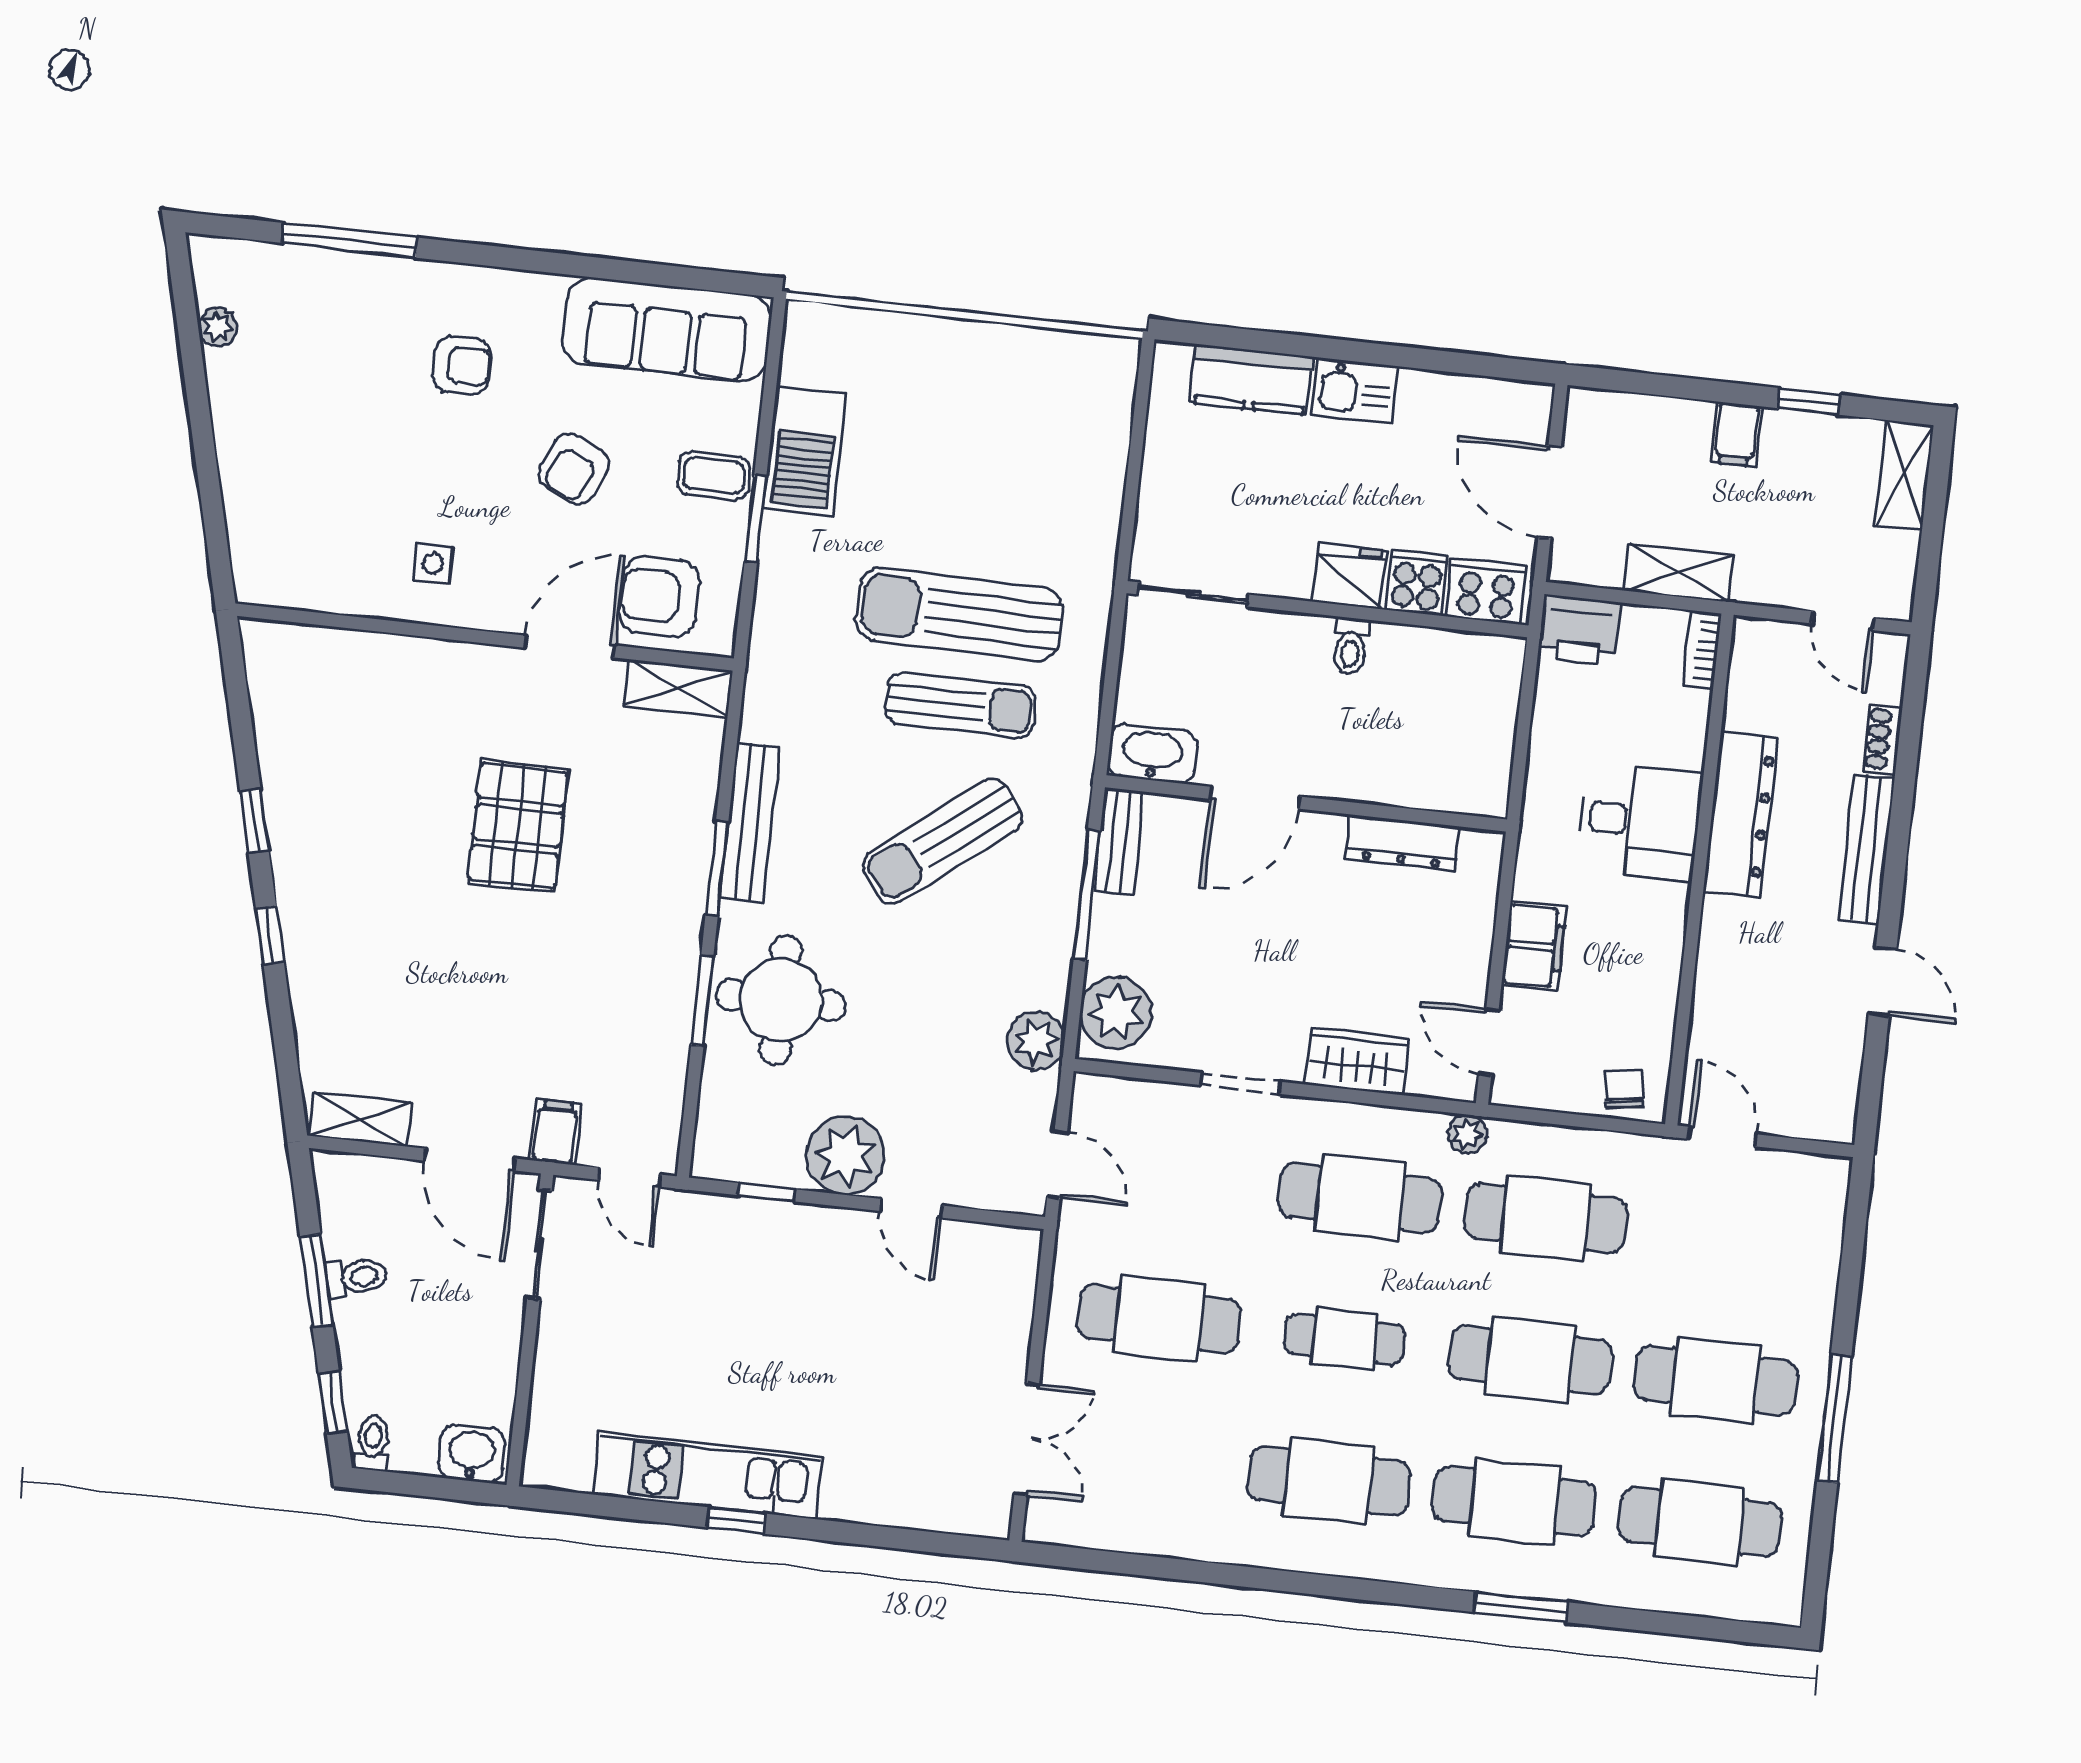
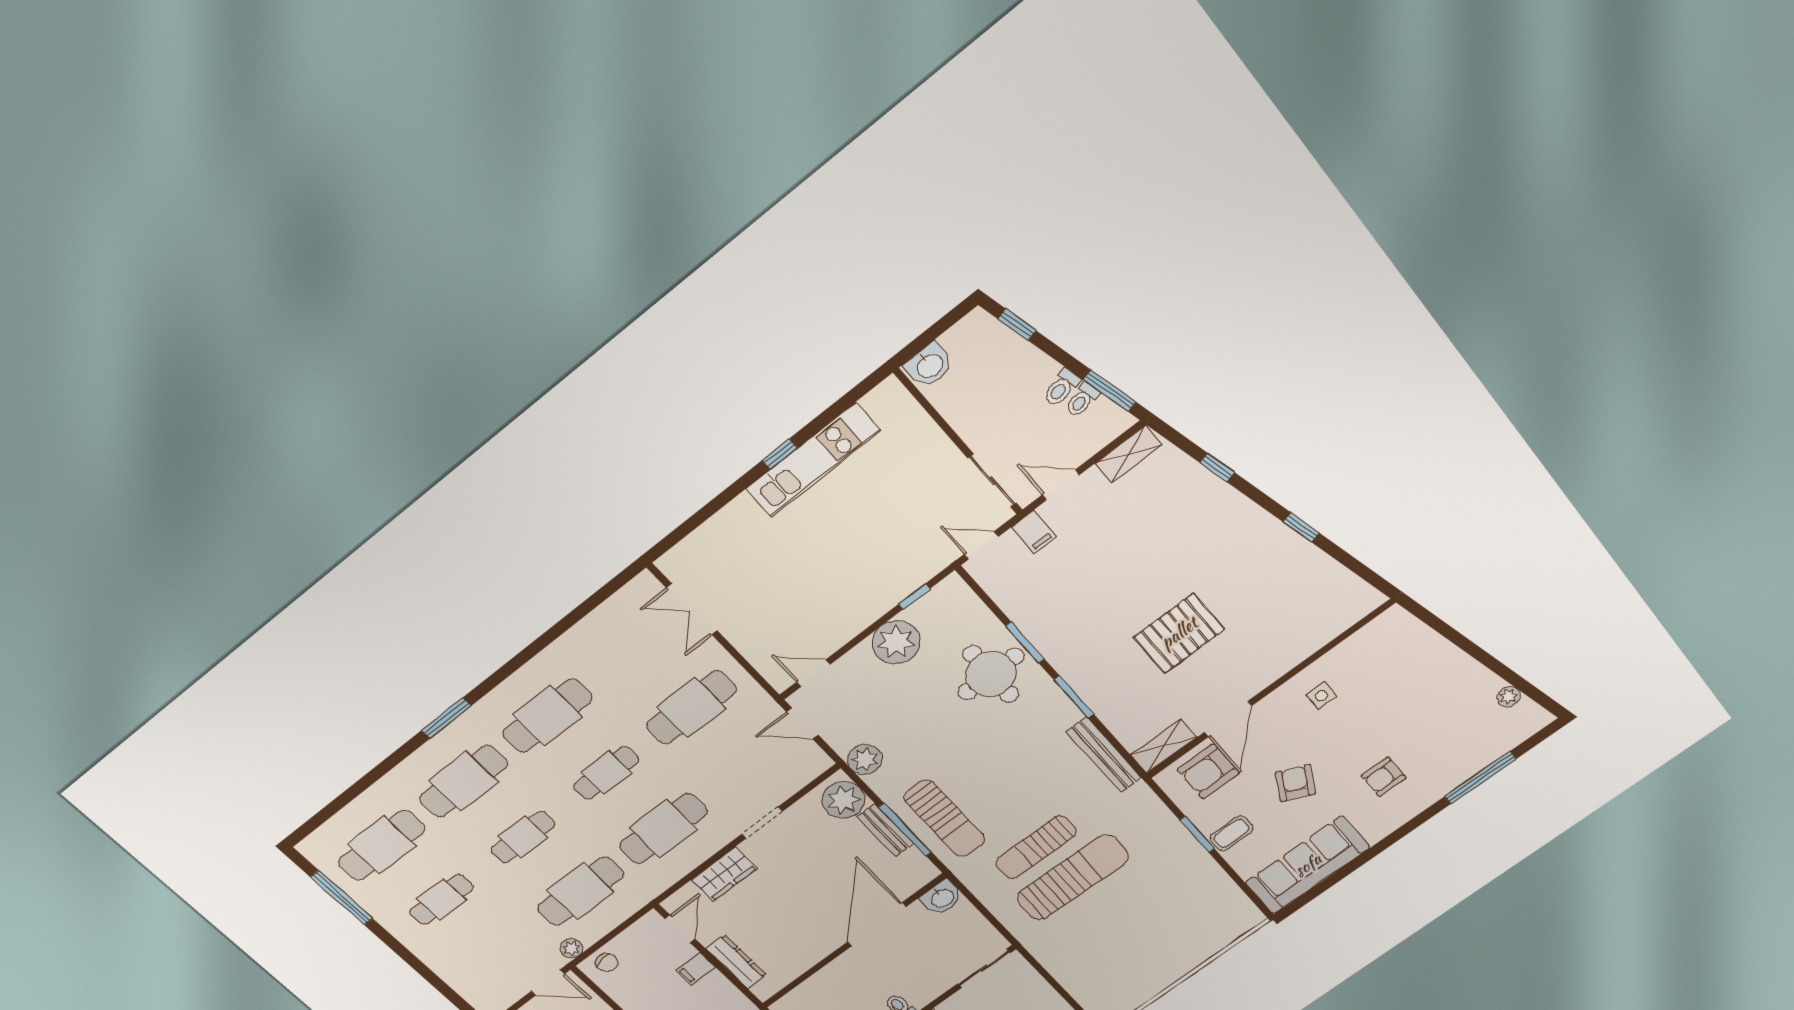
barbecue: (805, 451) -> (1202, 875), removed
armchair: (659, 597) -> (1208, 771), turned 180
washbasin: (1152, 754) -> (942, 898), width x0.72
door: (1255, 798) -> (877, 924), width x1.36
bench: (750, 823) -> (1104, 755), moved
pallet: (518, 826) -> (1179, 633), turned 90
sun lounger: (942, 841) -> (944, 818), moved, turned 128
bench: (1119, 841) -> (885, 830), moved
dresser: (1403, 842) -> (736, 962), moved, turned 90
window: (270, 935) -> (1217, 468), moved
filing cabinet: (1534, 946) -> (696, 969), width x0.50
door: (1489, 1042) -> (680, 929), hinge flipped
plant: (1467, 1134) -> (571, 948), moved
door: (470, 1160) -> (1061, 485), width x0.73
door: (911, 1208) -> (813, 673), moved
window: (316, 1281) -> (1110, 391), moved
cafe table: (1530, 1360) -> (523, 837), width x0.73, depth x0.74
cafe table: (1716, 1380) -> (441, 900), width x0.73, depth x0.74
window: (1834, 1418) -> (342, 898), moved
toilet: (373, 1443) -> (1082, 400), moved, turned 76
window: (1521, 1607) -> (446, 718), moved

